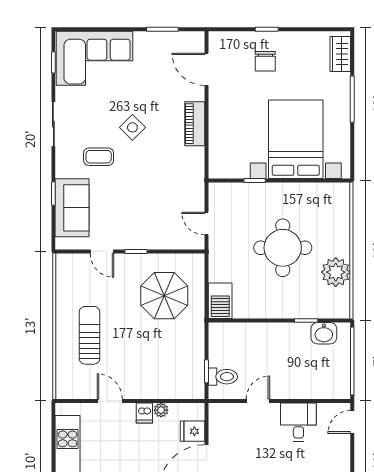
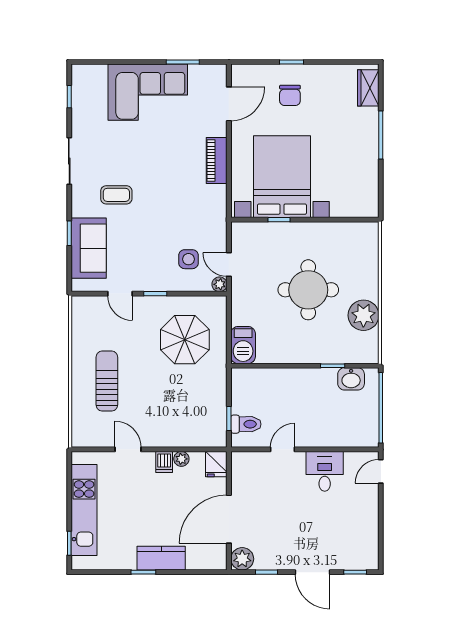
corner sofa: (95, 58) -> (148, 92), moved
door: (207, 69) -> (229, 104), swing flipped
side table: (132, 127) -> (188, 259), moved, turned 45
bed with nightstands: (296, 139) -> (282, 177), moved
plant: (198, 242) -> (220, 284), added
fridge: (193, 431) -> (216, 464), moved, turned -90

